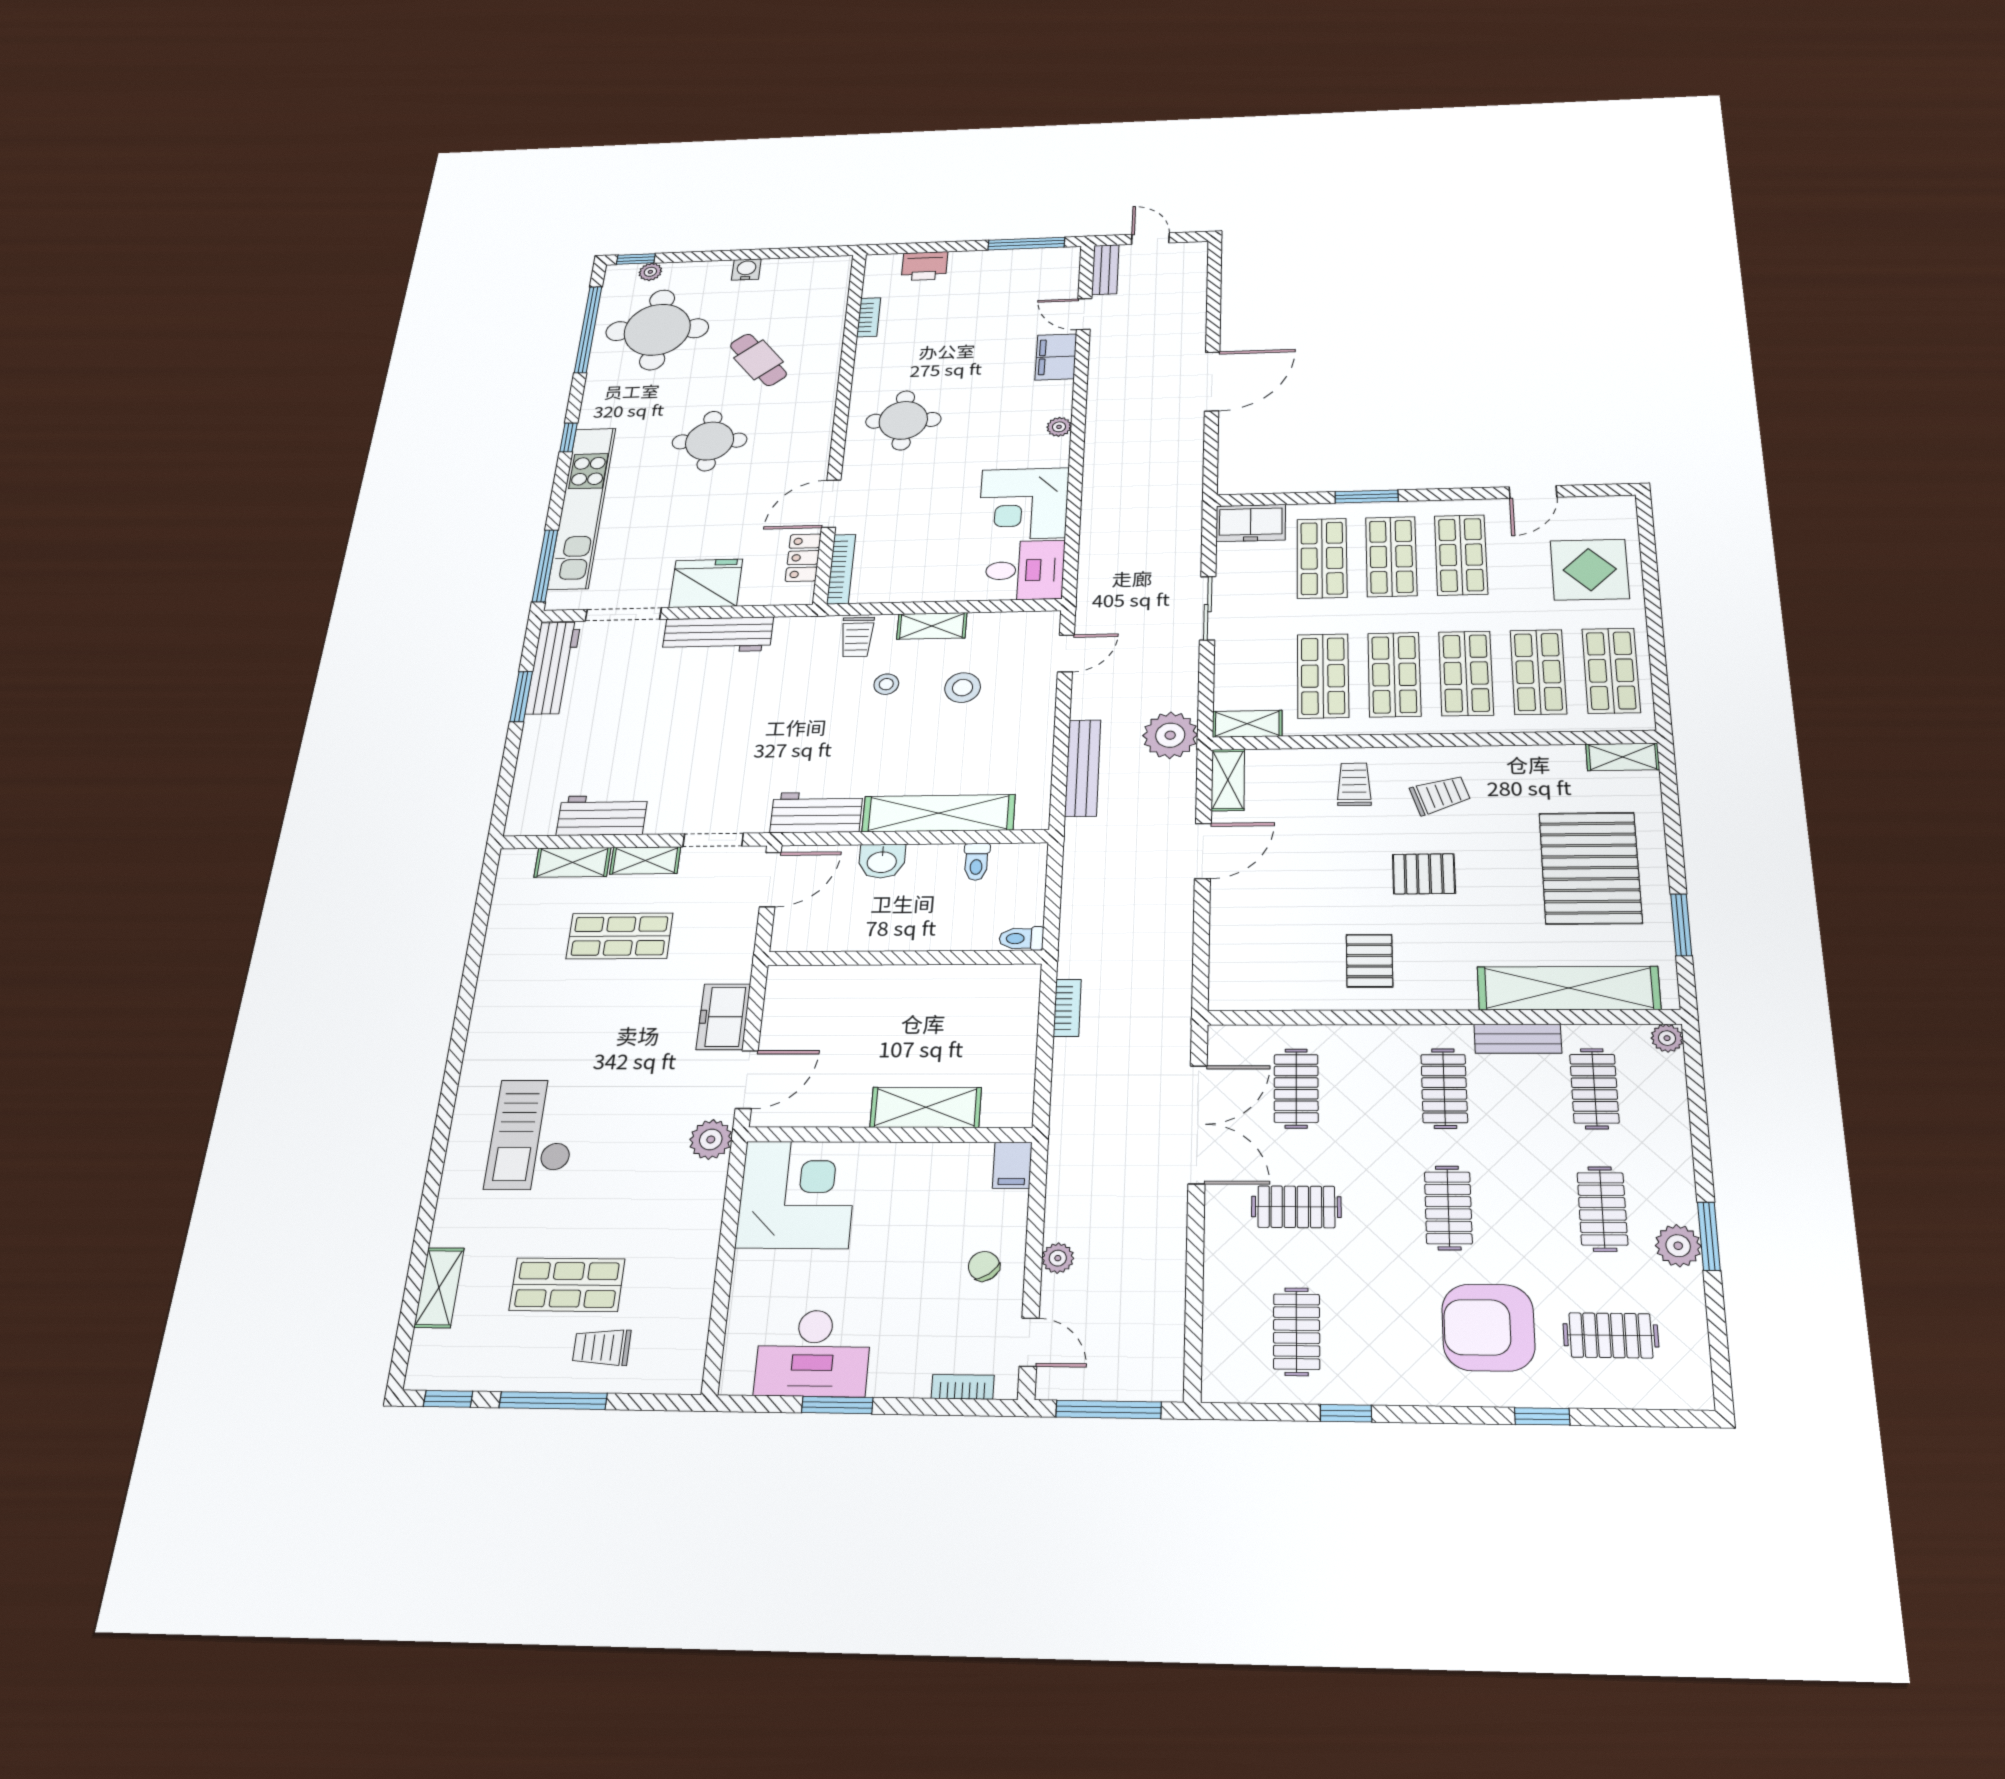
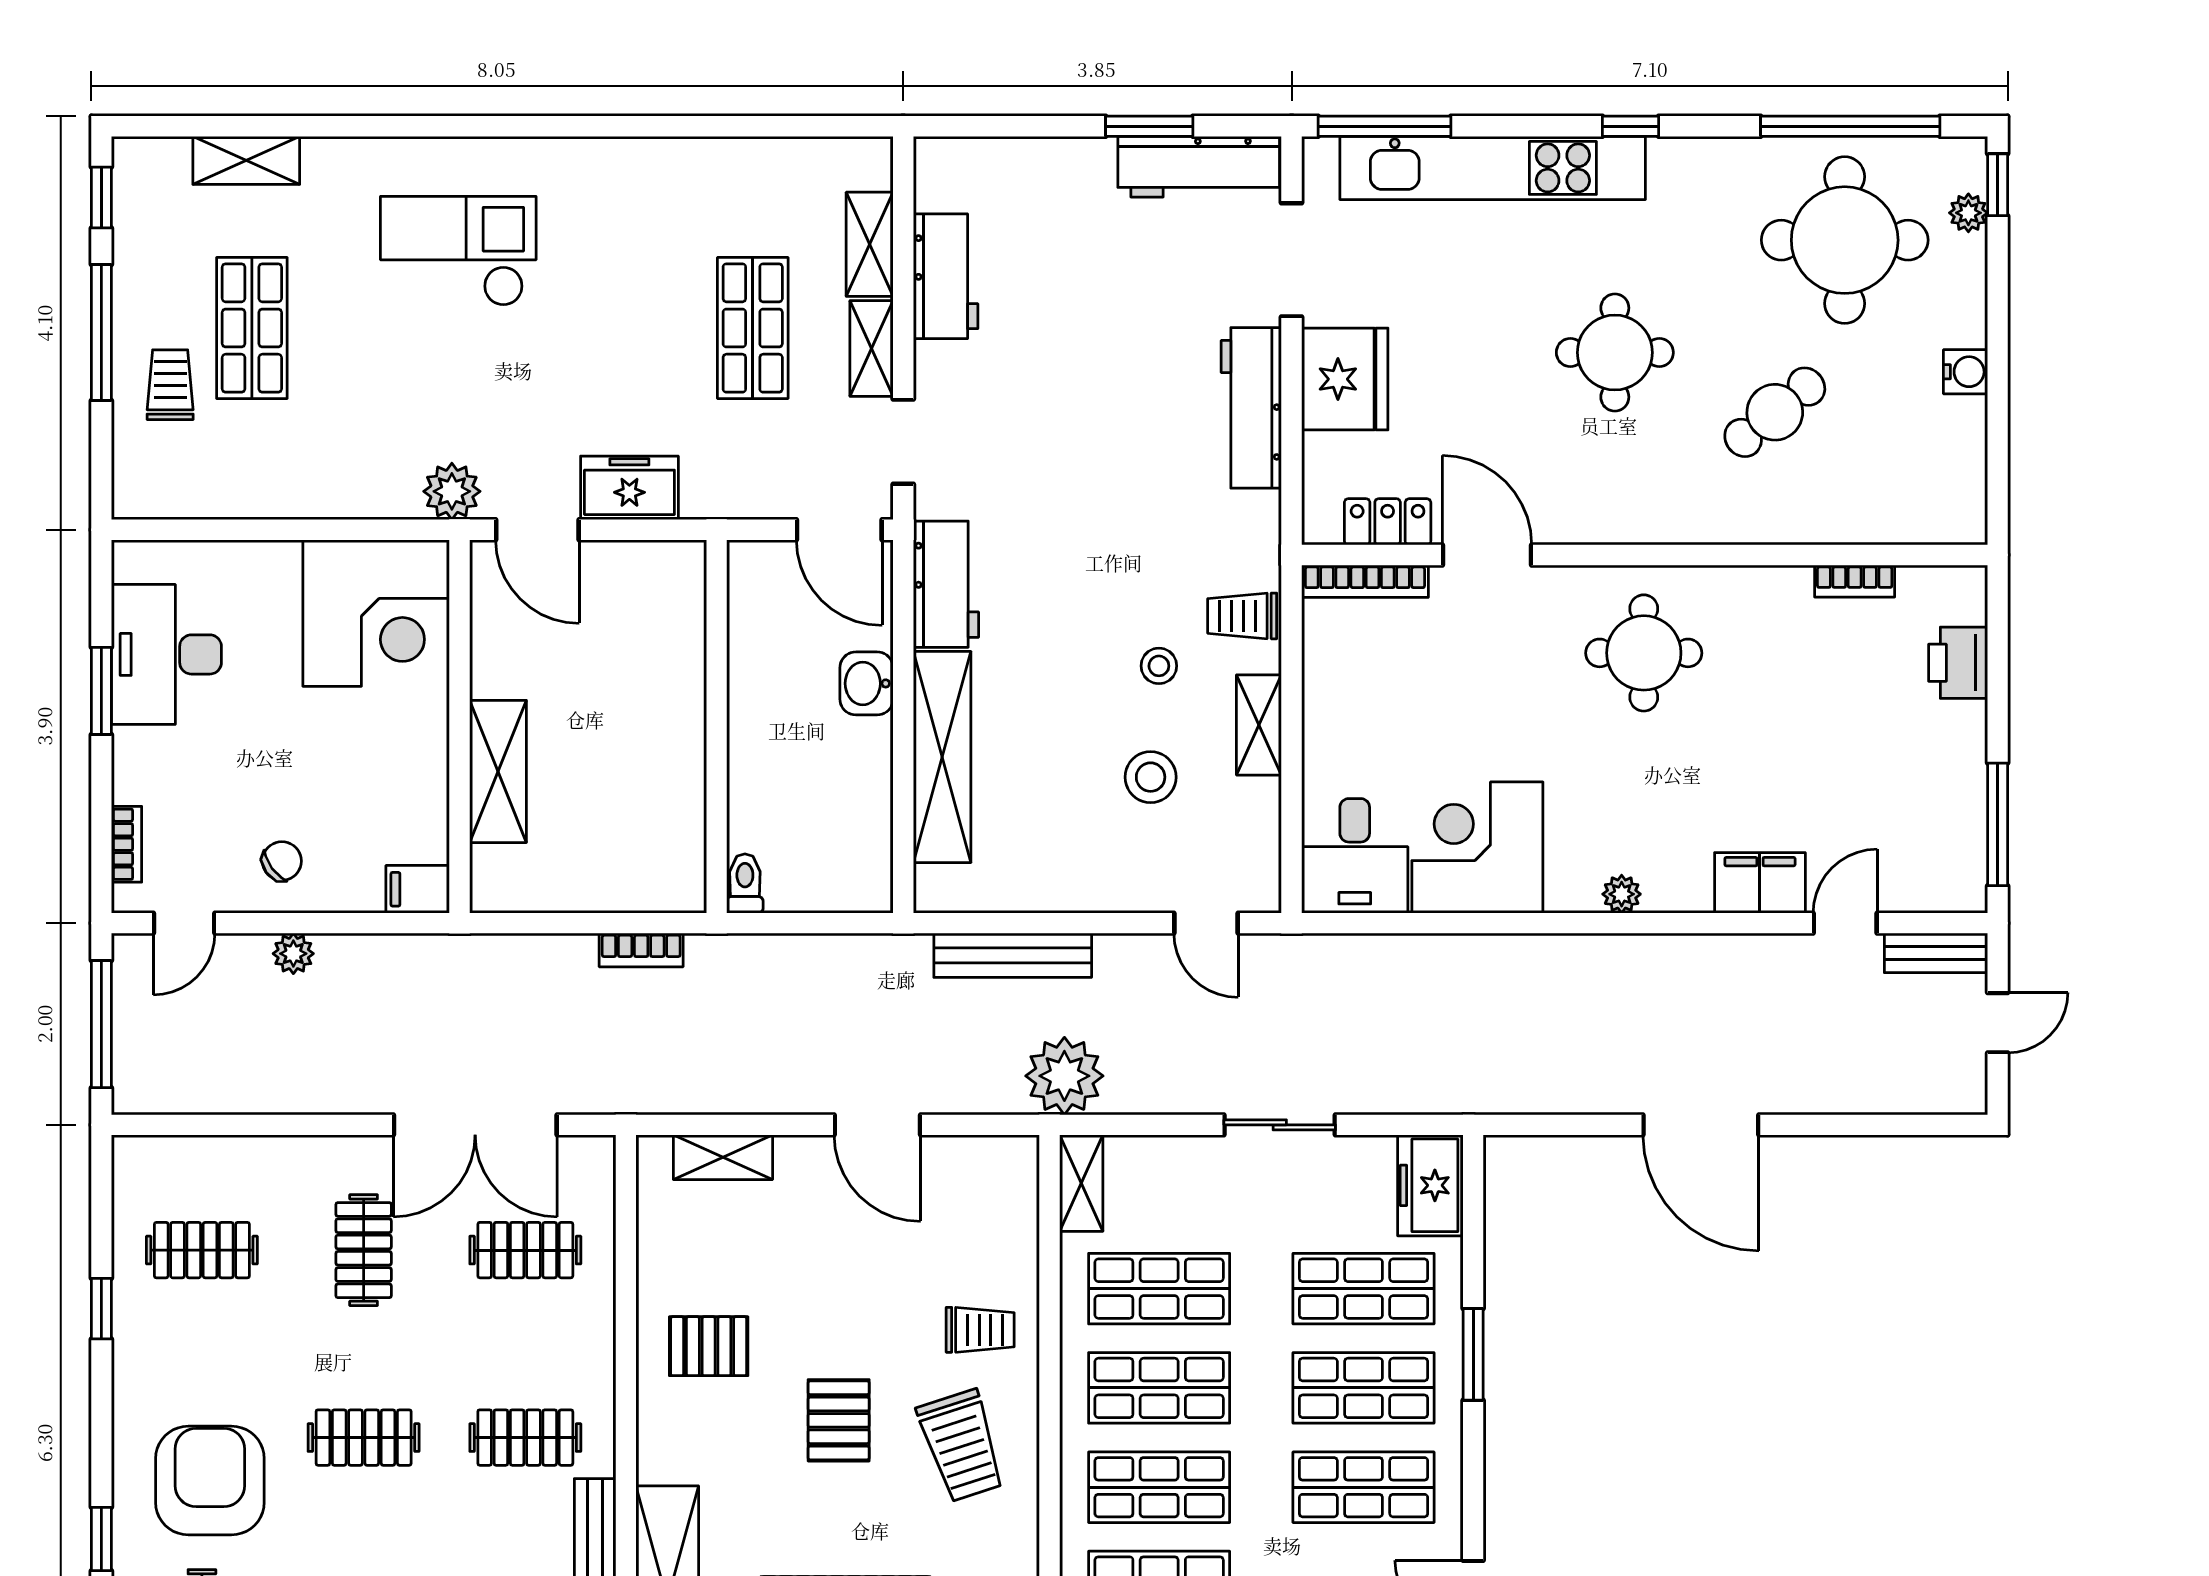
shelving: (1228, 780) -> (723, 1157), moved
trolley: (1440, 795) -> (961, 1446), width x1.36, depth x1.39
toilet: (976, 862) -> (864, 815), removed

